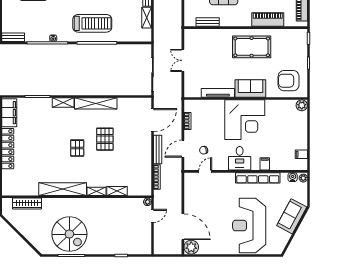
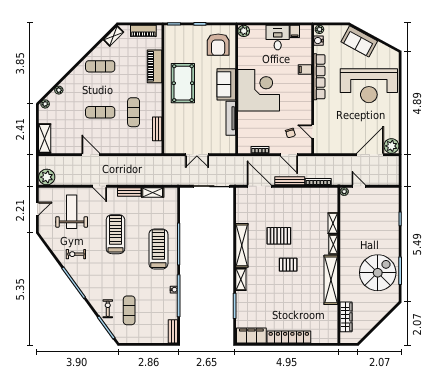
desk: (240, 158) -> (278, 38), moved, turned -90

